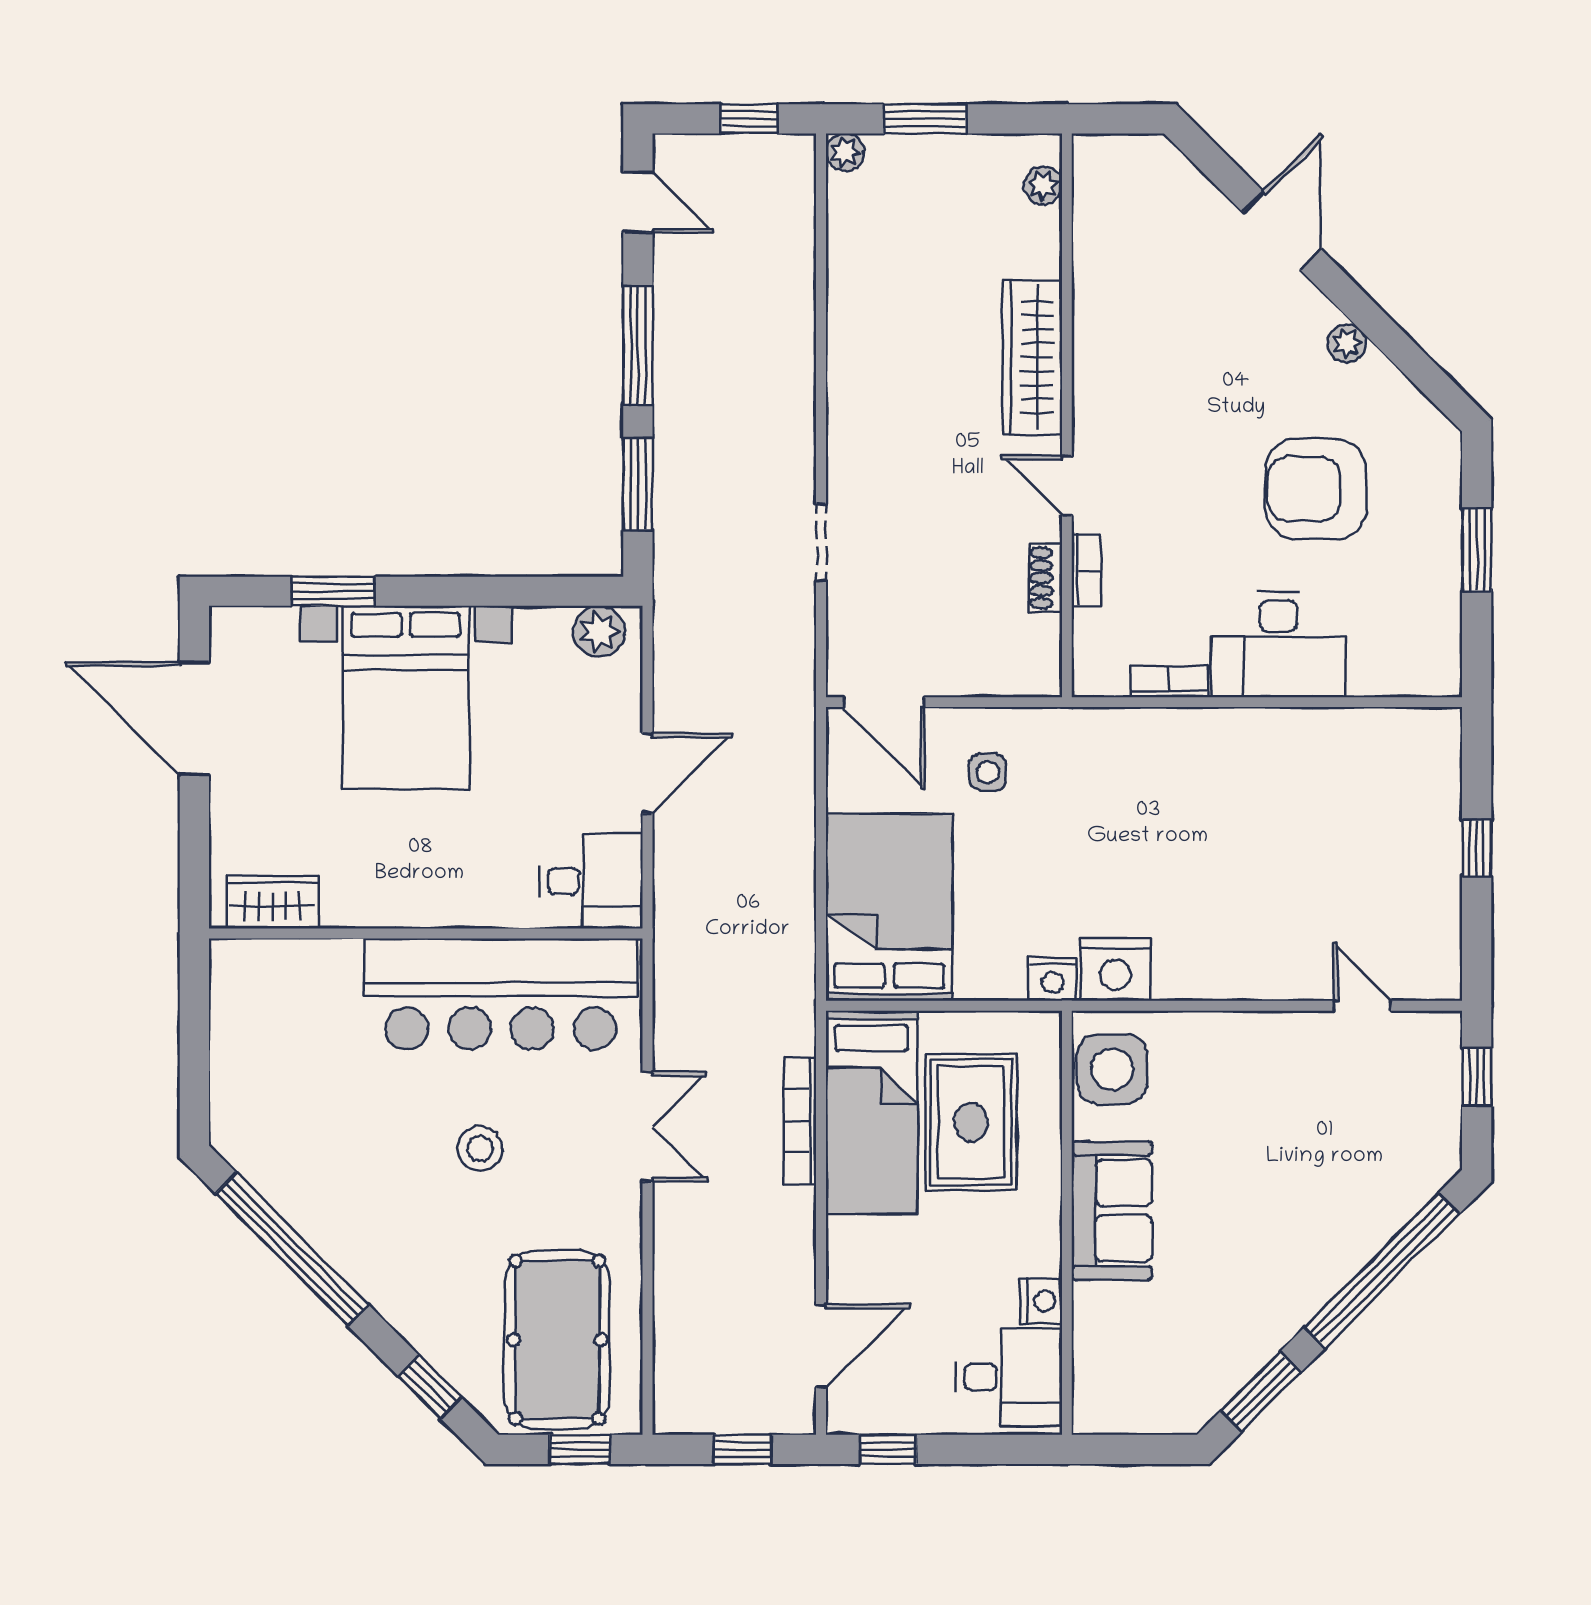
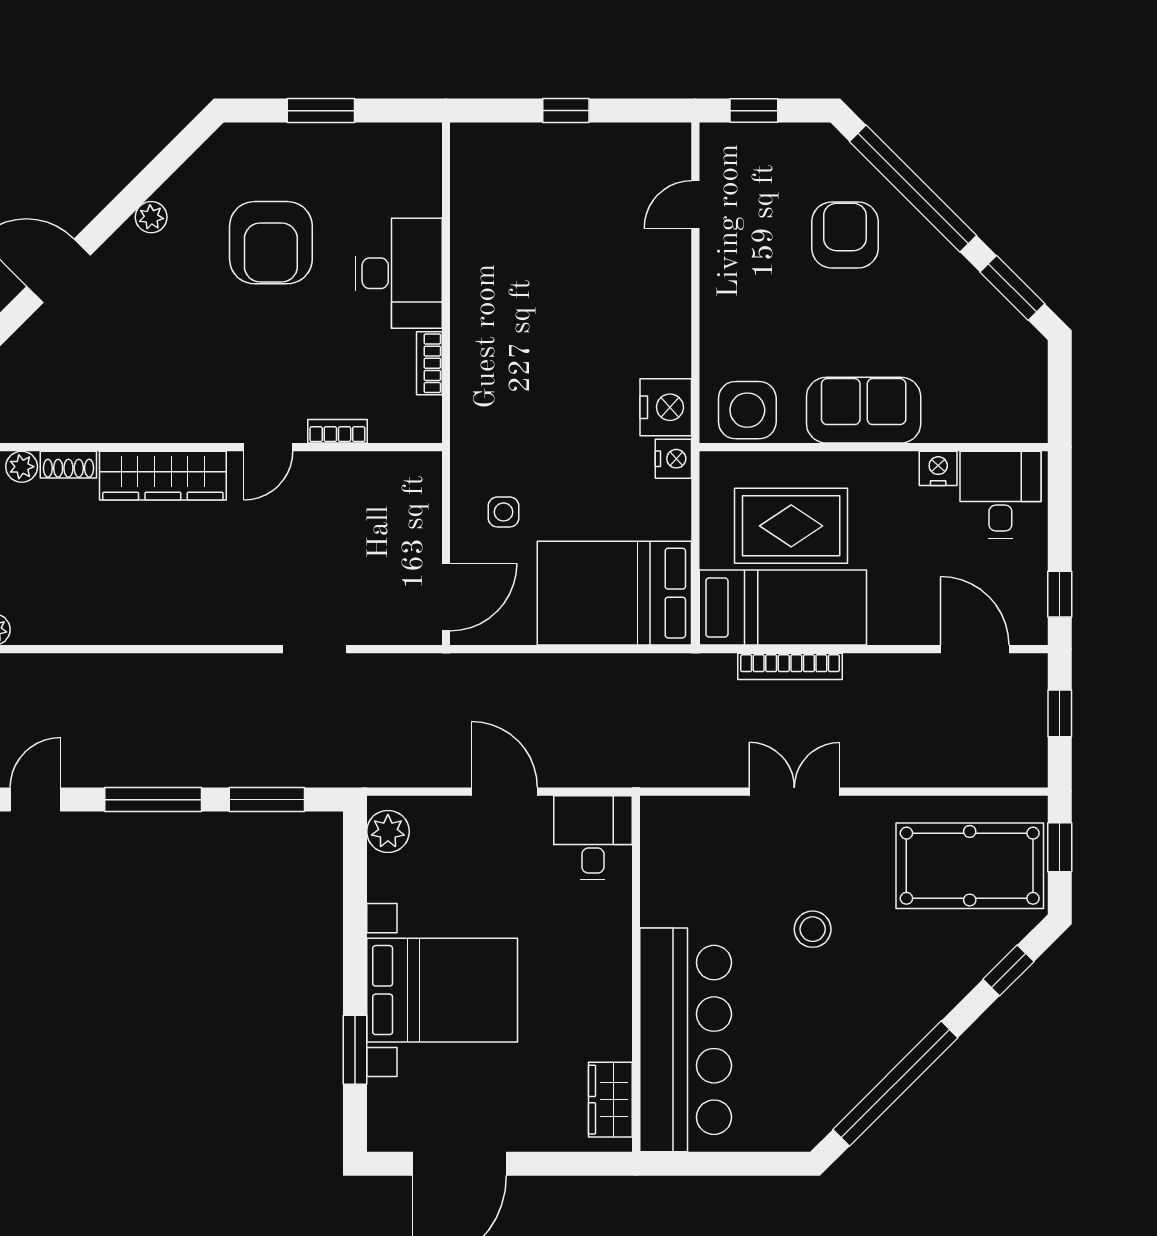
shoe rack: (1046, 578) -> (68, 465), moved
bar counter: (501, 994) -> (686, 1040), moved
armchair: (1325, 1188) -> (845, 235), added

